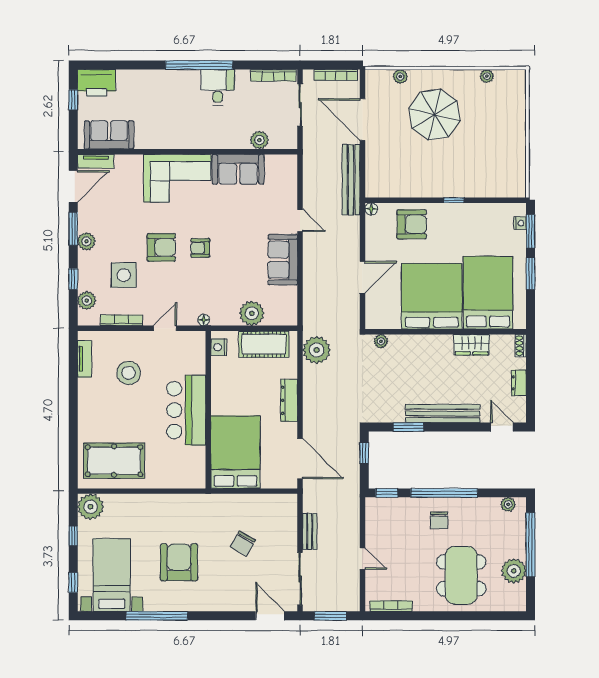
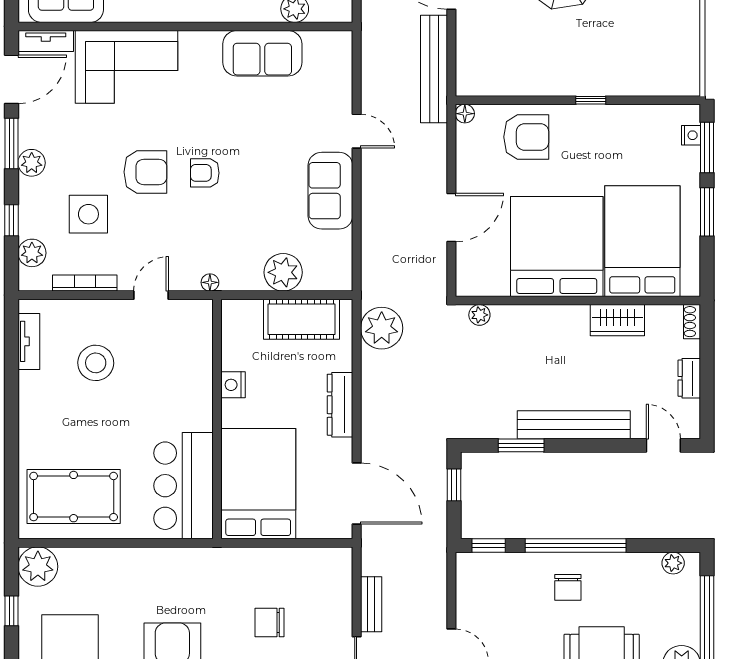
corner sofa: (177, 178) -> (126, 67), moved
nightstand: (219, 347) -> (233, 385), moved
bar counter: (186, 410) -> (183, 486), moved
chair: (243, 543) -> (269, 622), turned 60

